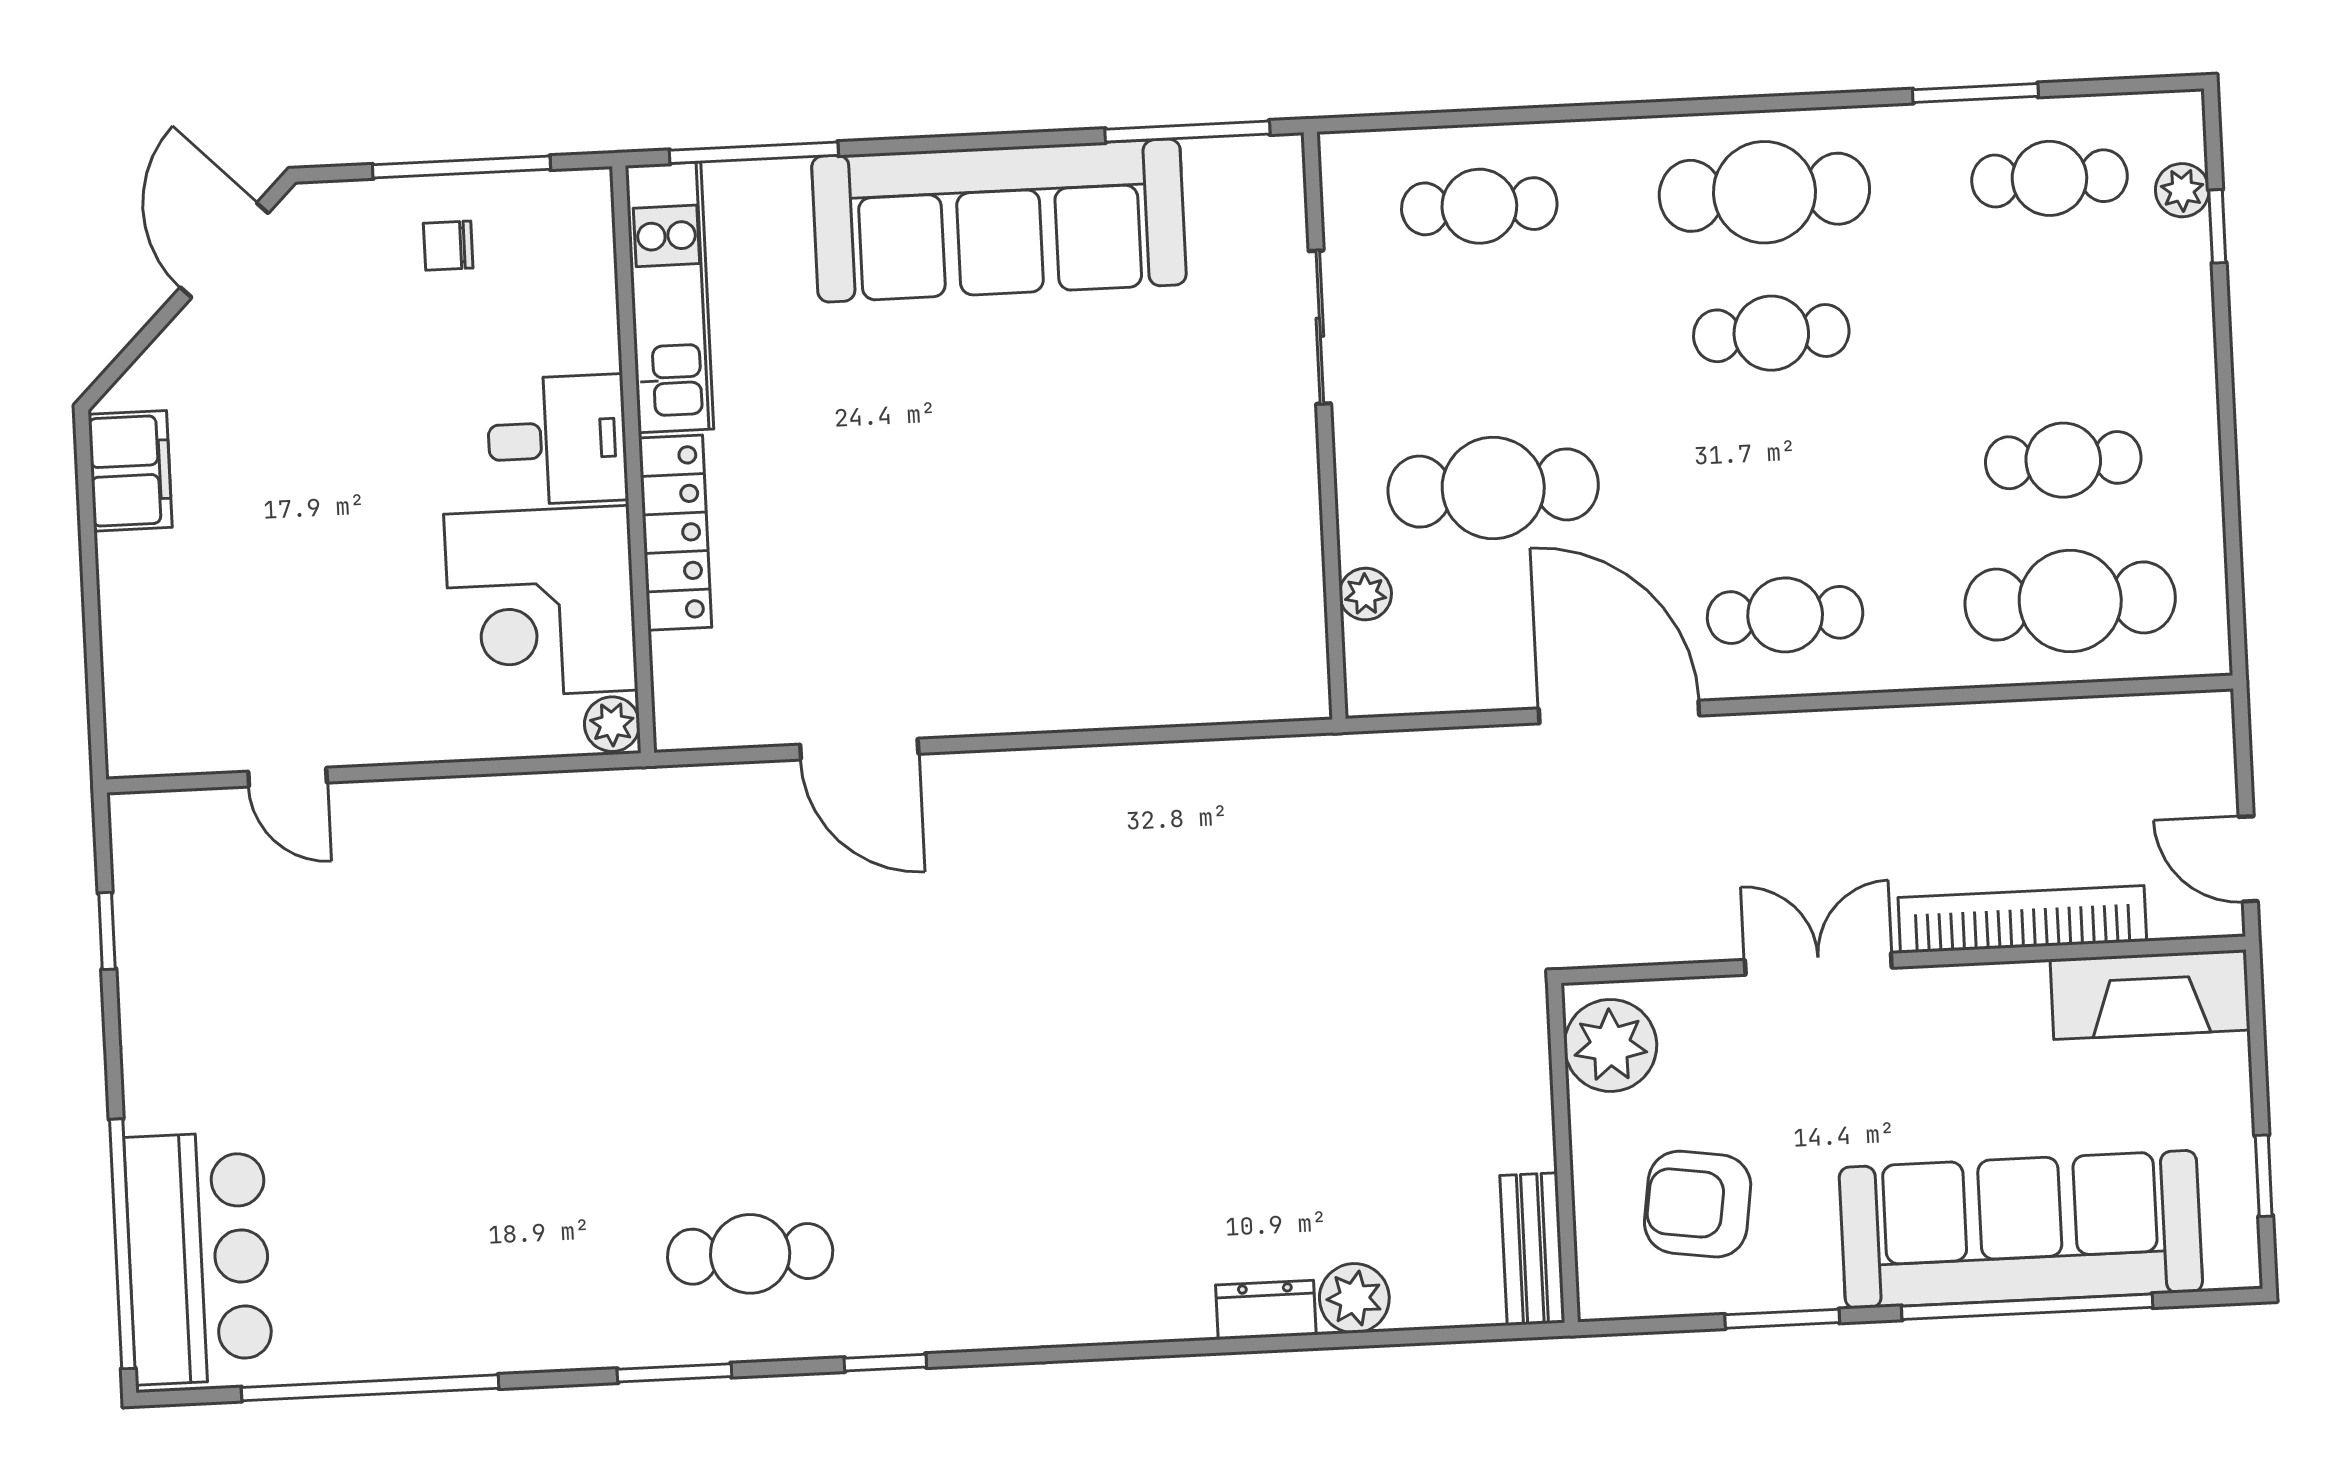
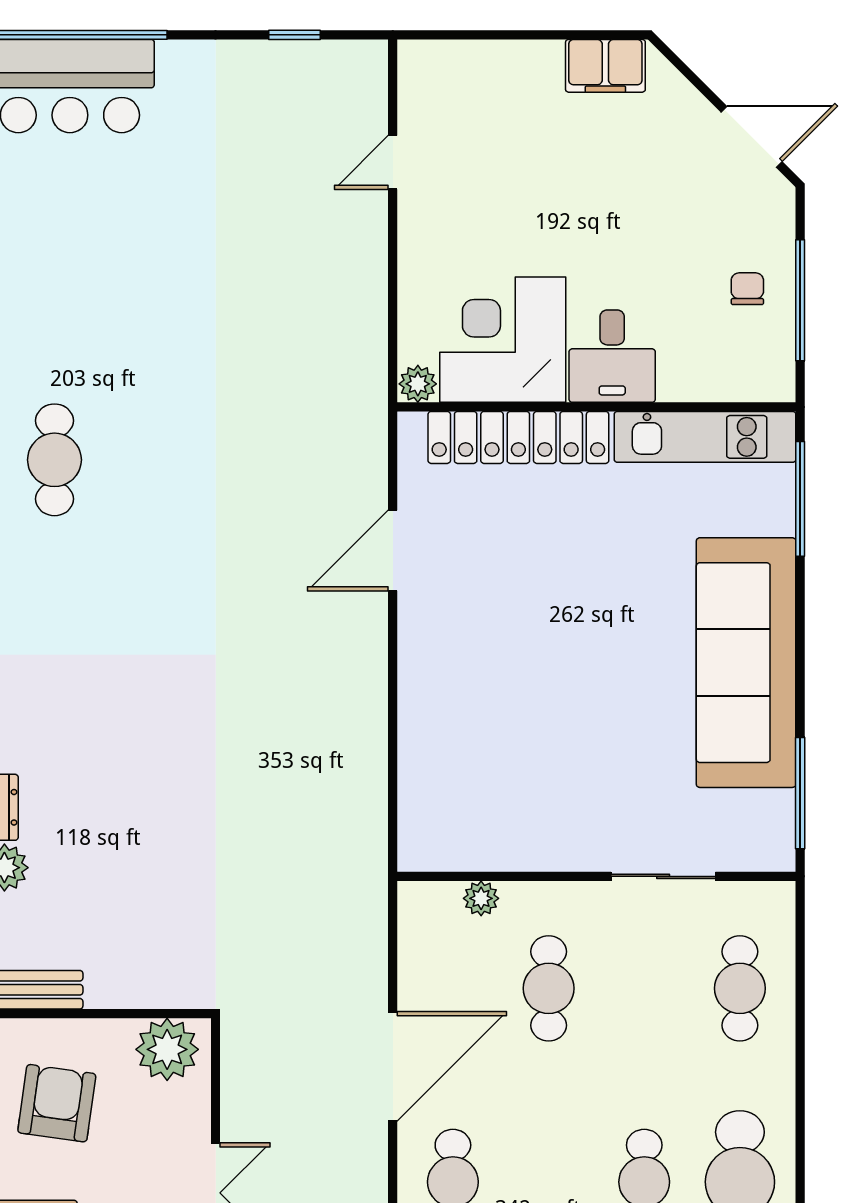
cafe table: (1493, 488) -> (549, 988), width x0.73, depth x0.74
locker: (675, 533) -> (518, 437), width x1.41, depth x1.21

